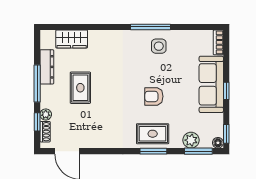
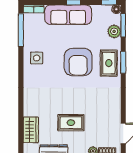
window: (151, 27) -> (21, 30), moved
armchair: (154, 96) -> (78, 62), width x1.88, depth x1.88

